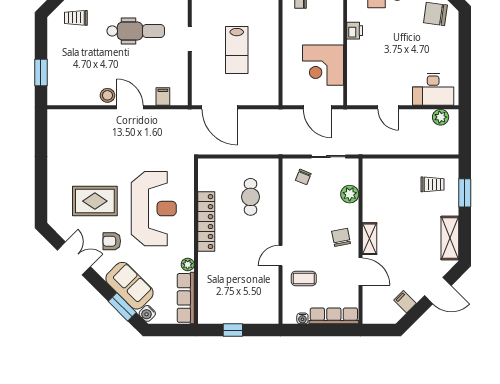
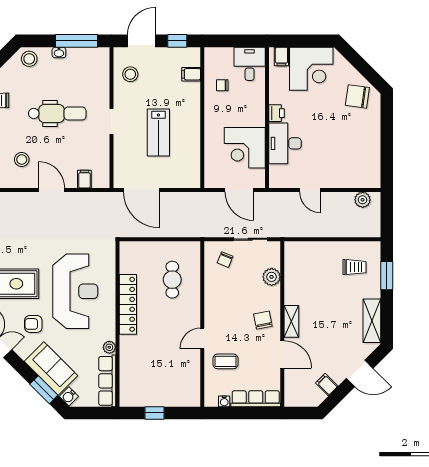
desk: (433, 89) -> (285, 143), moved, turned 90
stool: (107, 95) -> (22, 160), moved

